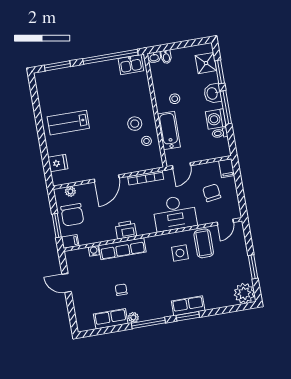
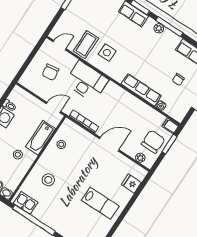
stool: (135, 124) -> (48, 180), moved
filing cabinet: (227, 168) -> (26, 79), removed
printer: (126, 230) -> (128, 100), removed
chair: (121, 290) -> (178, 79), moved
plant: (133, 317) -> (159, 28), moved

